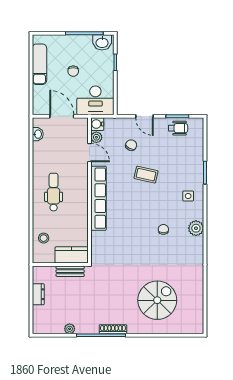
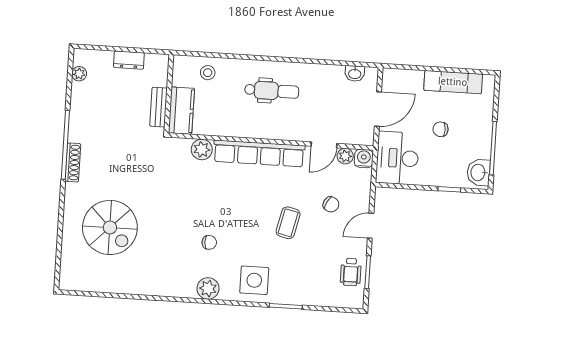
side table: (188, 196) -> (254, 280), width x1.87, depth x1.87
plant: (98, 239) -> (202, 149), added
plant: (70, 329) -> (79, 74), moved

